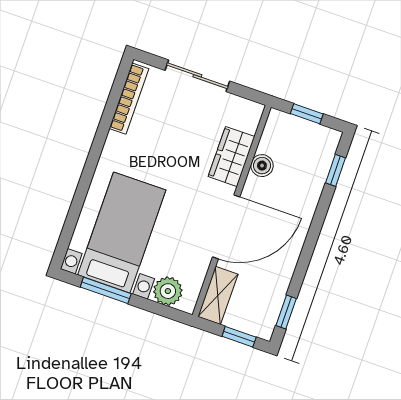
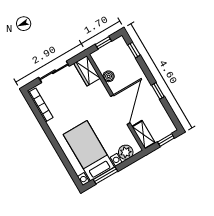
wardrobe: (231, 157) -> (87, 71), moved
window: (286, 312) -> (158, 91), moved

